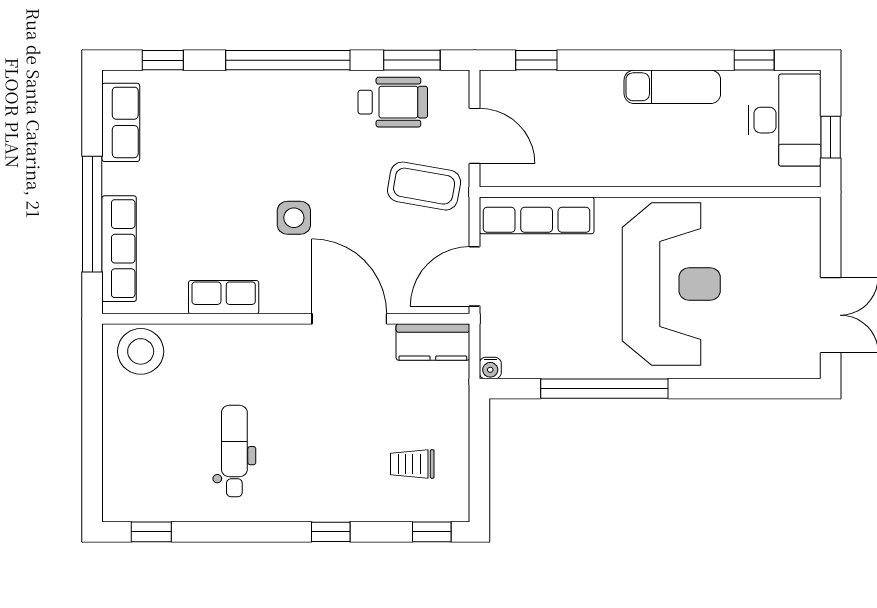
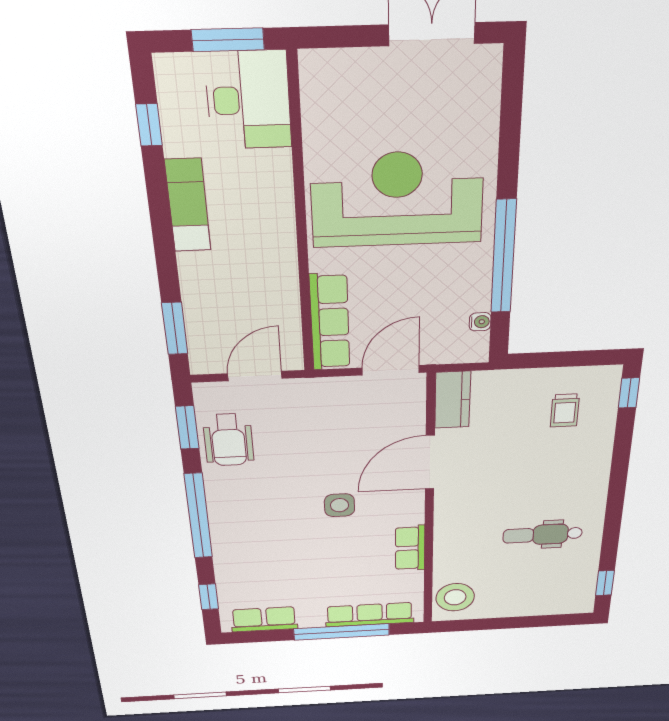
window: (536, 60) -> (175, 328), width x1.50
wheelchair: (393, 102) -> (228, 440), turned 180
desk: (785, 120) -> (248, 100), moved, turned 90
window: (831, 137) -> (228, 40), width x1.50
coffee table: (424, 186) -> (306, 413), removed
door: (474, 276) -> (391, 370), swing flipped
water cooler: (490, 368) -> (480, 322), moved
window: (331, 532) -> (620, 466), removed

